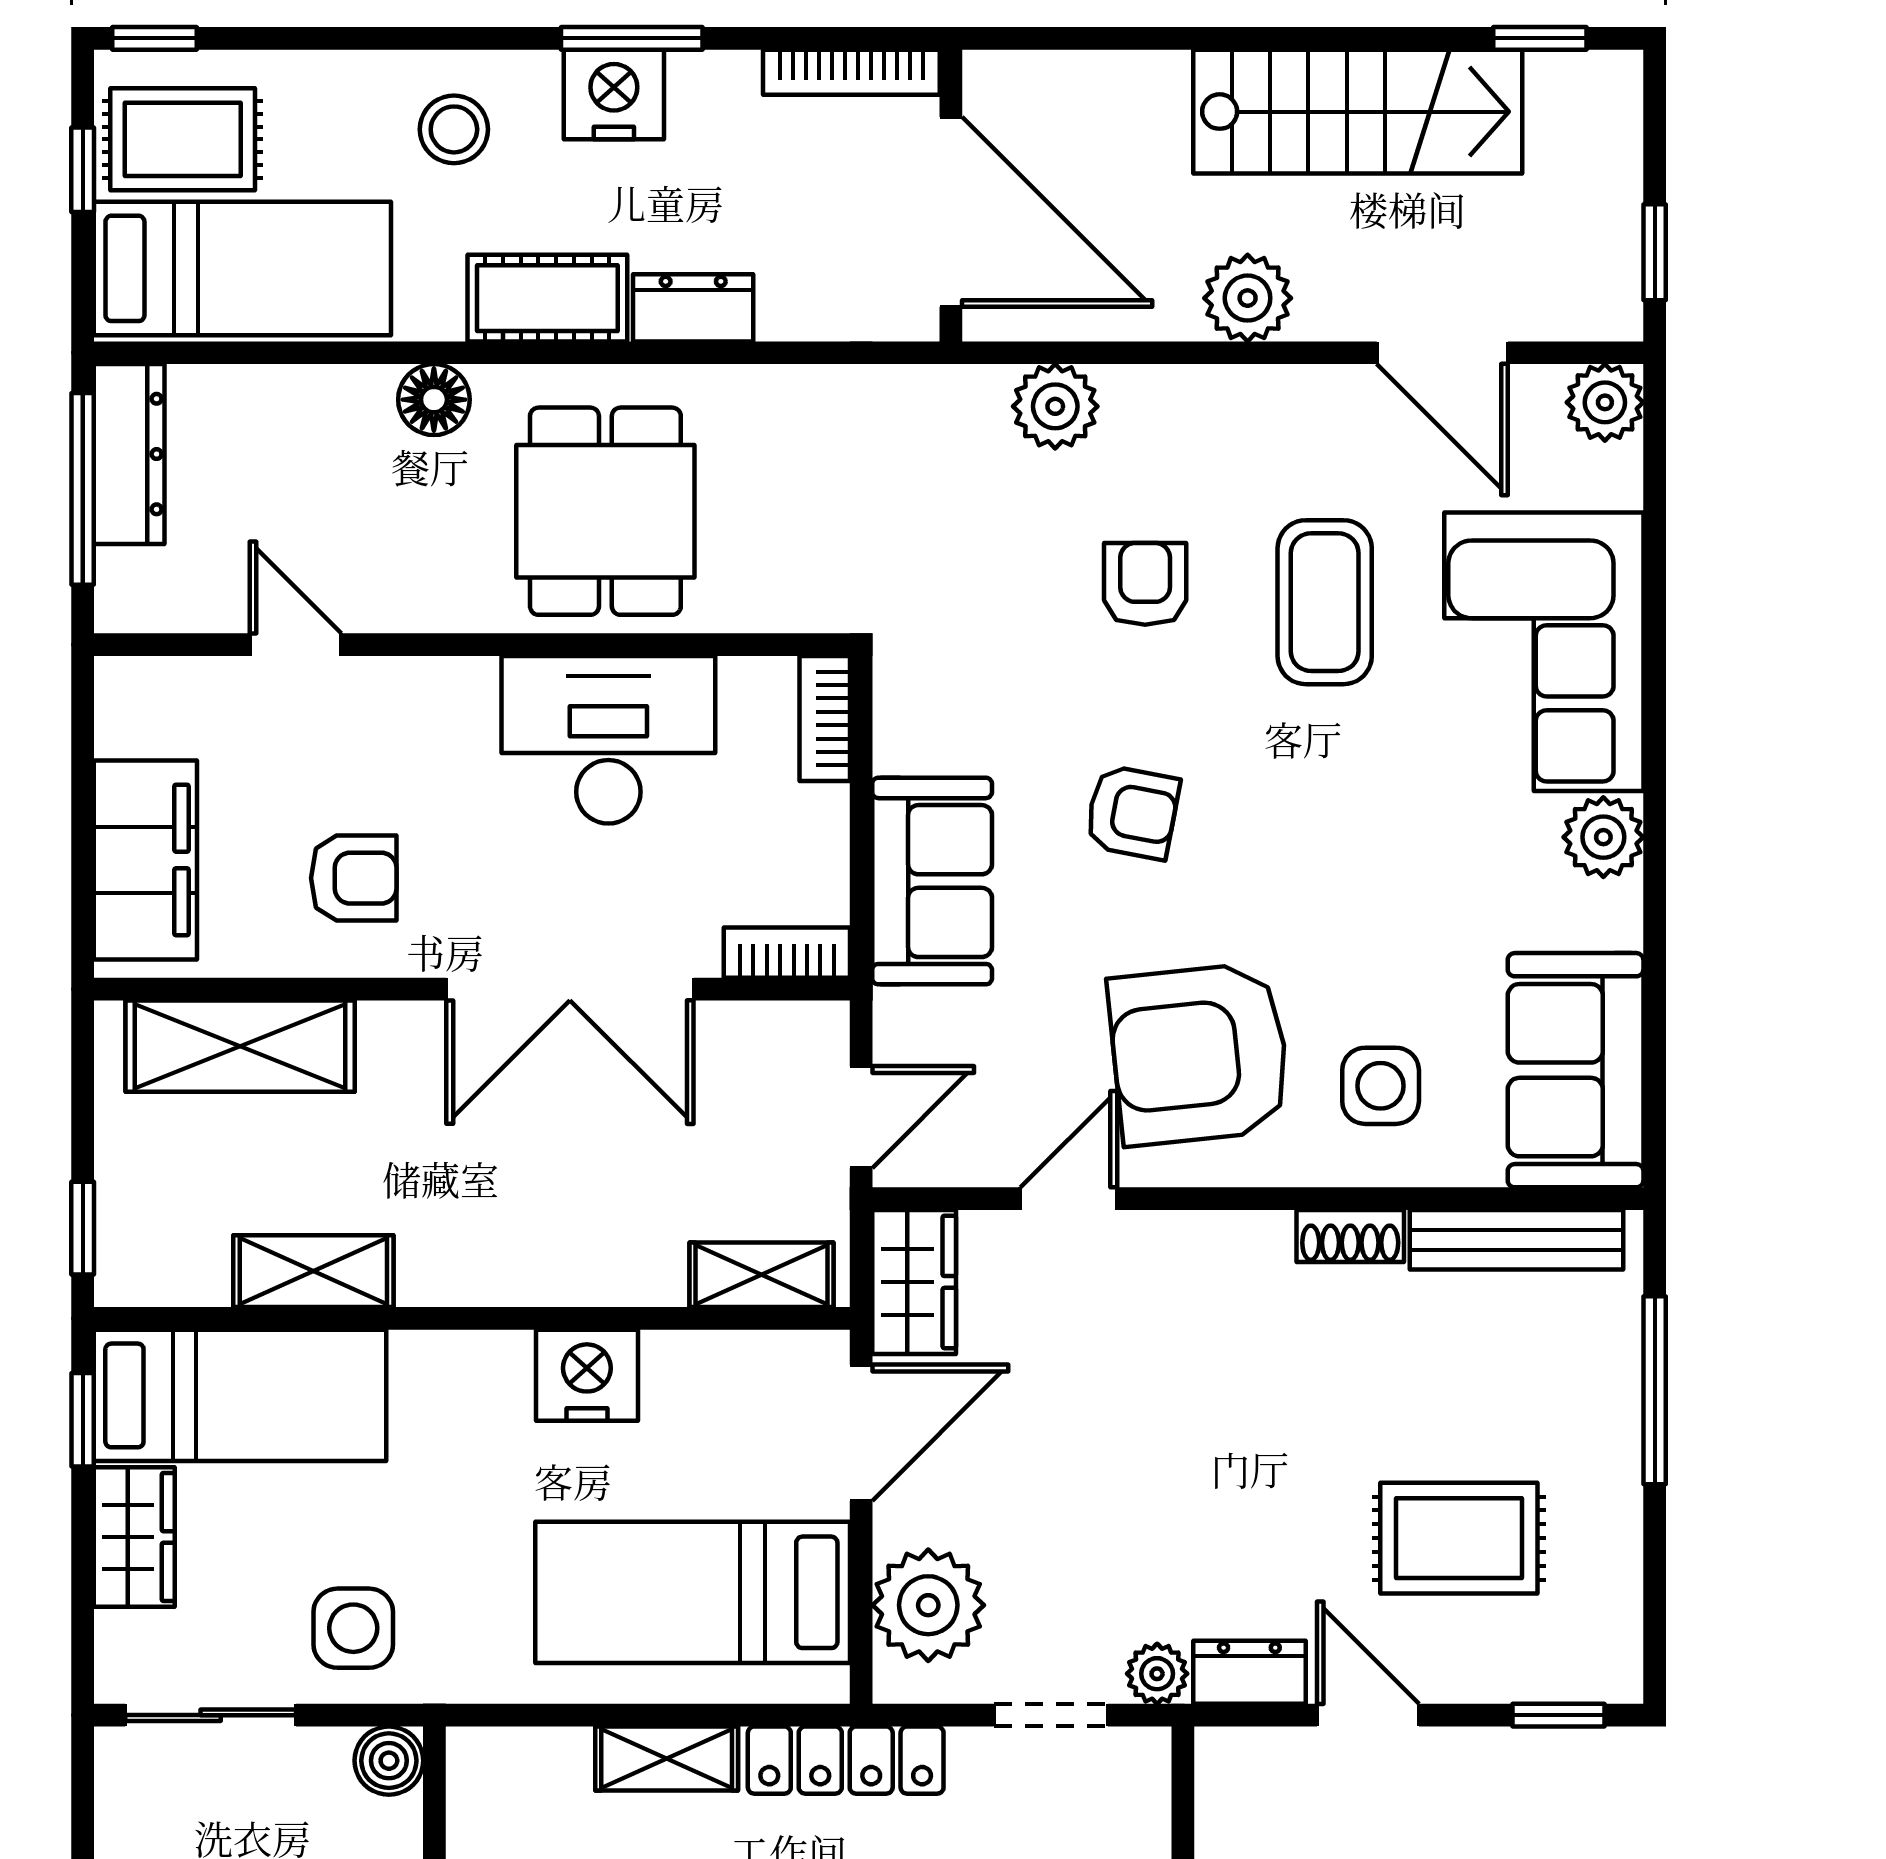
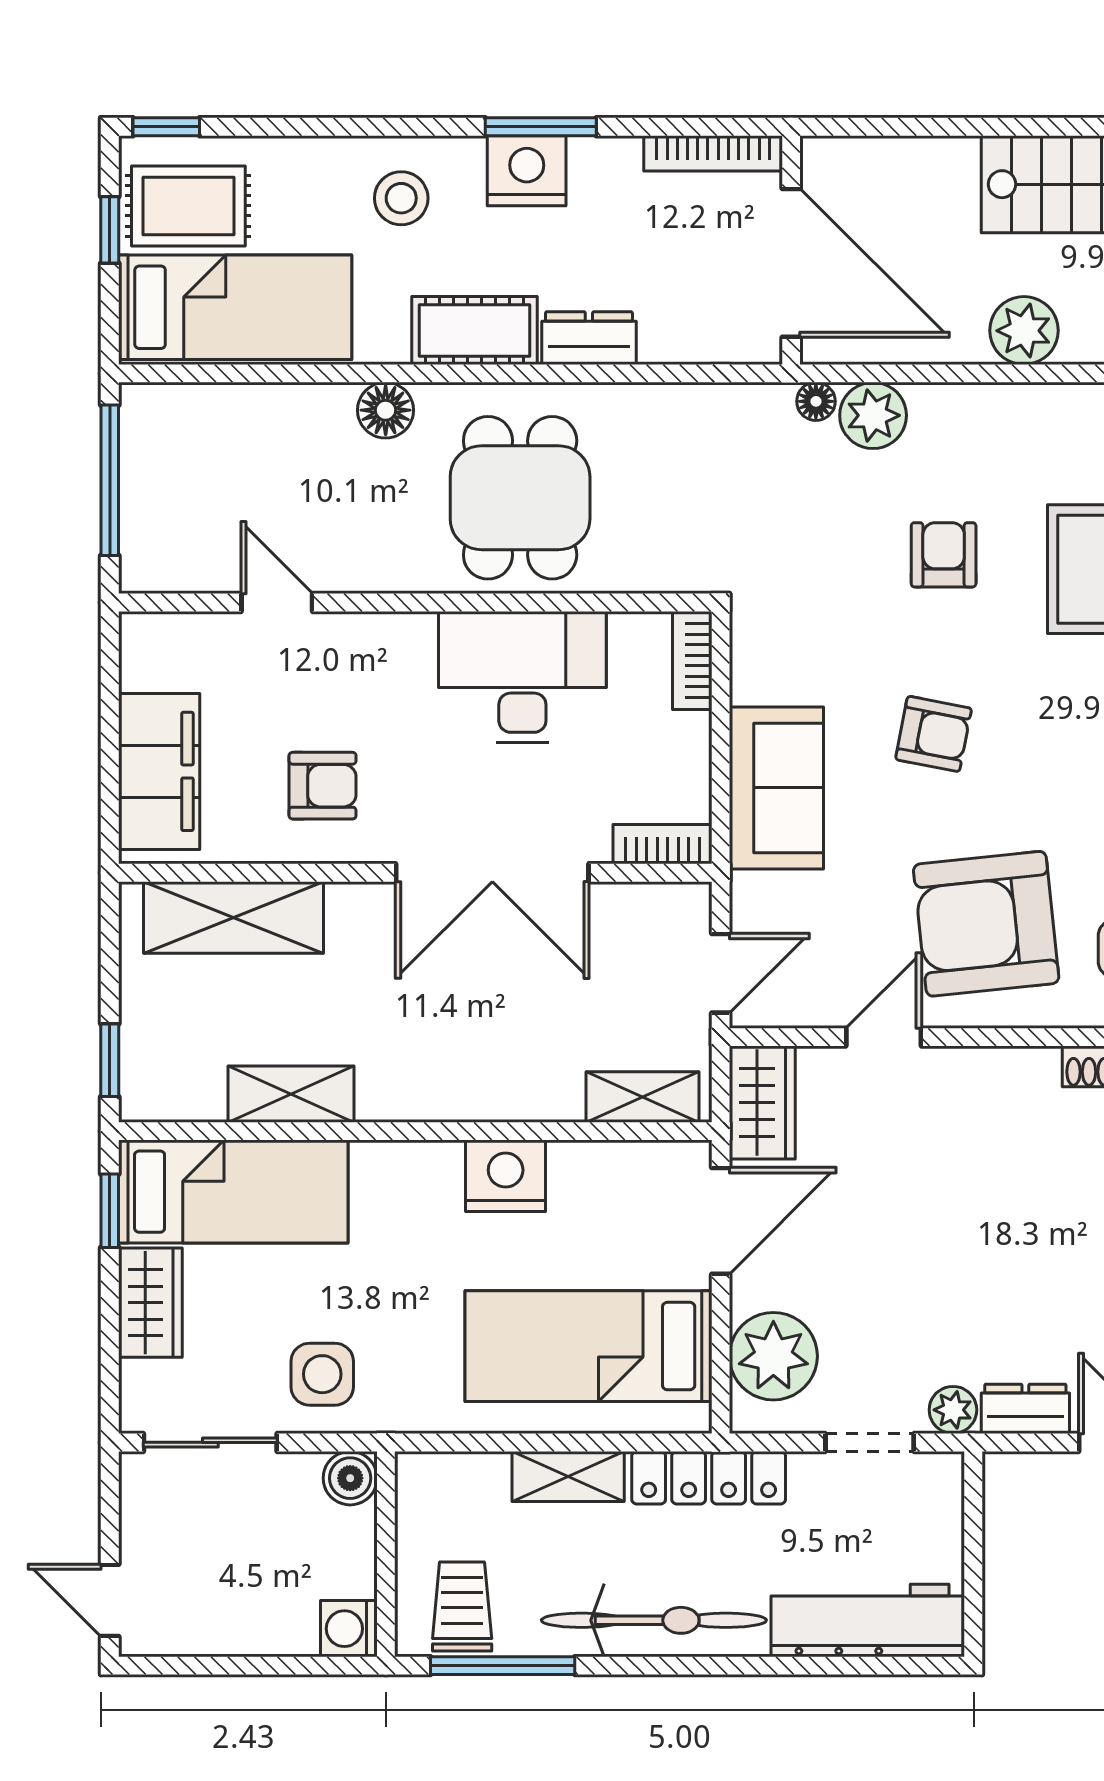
floor lamp: (982, 388) -> (816, 401), added
dresser: (129, 454) -> (146, 453), removed

